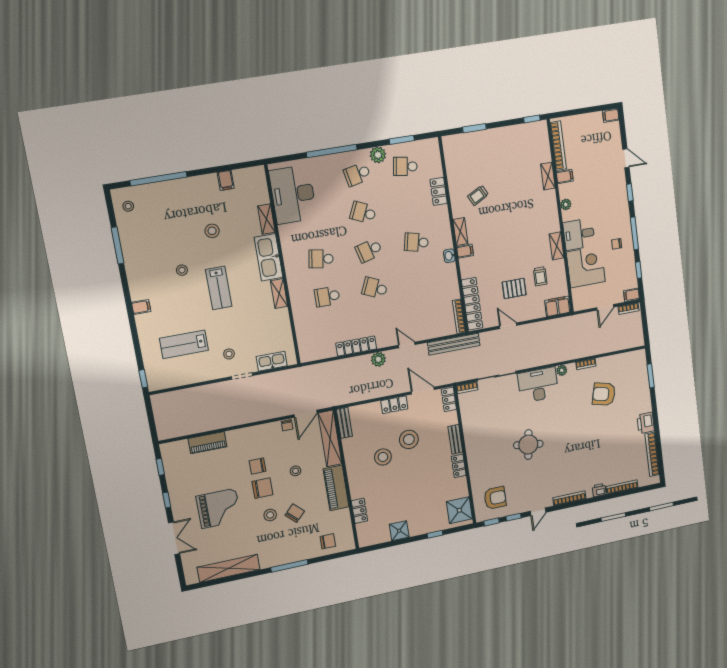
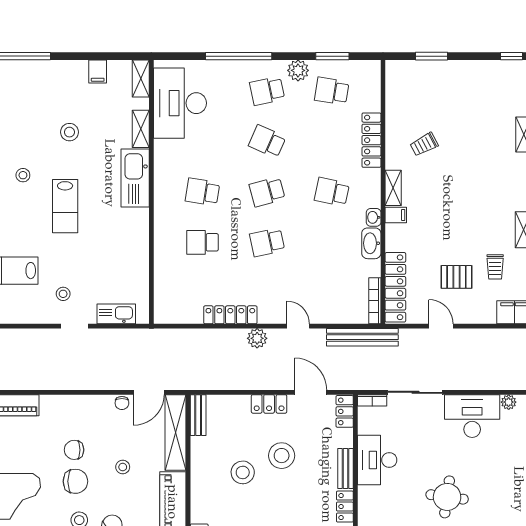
locker: (439, 191) -> (371, 140), width x1.53
washbasin: (450, 275) -> (371, 243), added
school desk: (375, 288) -> (267, 242), turned -36
shelving: (279, 294) -> (141, 78), moved
desk: (477, 429) -> (377, 460), added

